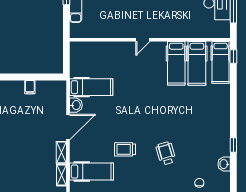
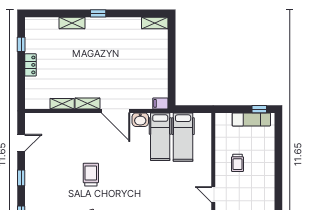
trolley: (115, 18) -> (238, 163), added
filing cabinet: (30, 87) -> (160, 103), moved
hospital bed: (92, 172) -> (183, 137), moved

